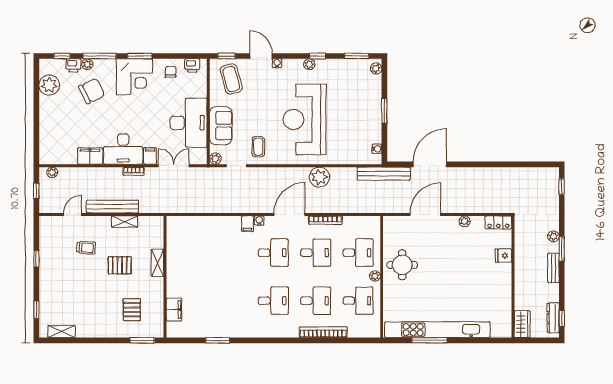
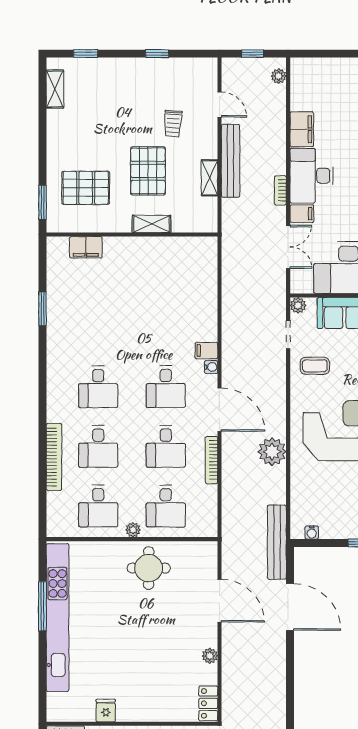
fridge: (504, 256) -> (106, 711), moved
pallet: (120, 265) -> (148, 171), width x1.50, depth x1.42
pallet: (132, 310) -> (86, 188), width x1.50, depth x1.42

